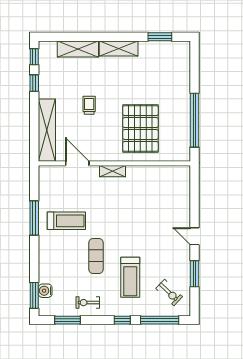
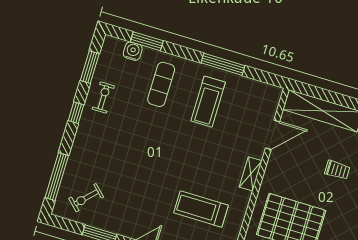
exercise mat: (96, 256) -> (161, 84), moved, turned 90
treadmill: (130, 277) -> (201, 209), moved
window: (34, 295) -> (147, 41), moved
window: (122, 320) -> (76, 113), moved

